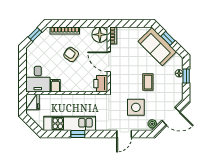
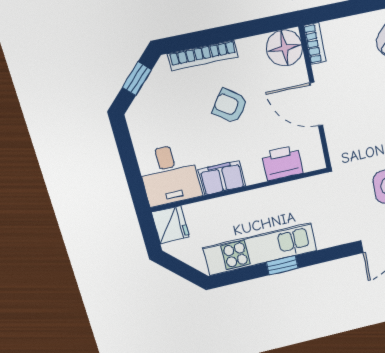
printer: (101, 84) -> (282, 163), moved, turned 90
filing cabinet: (55, 86) -> (222, 178), width x2.00

